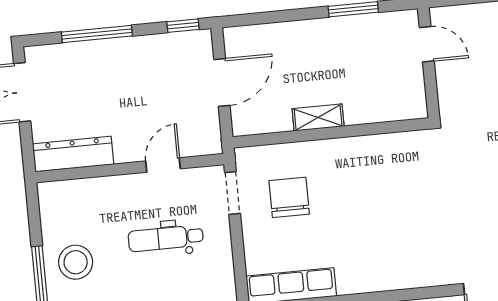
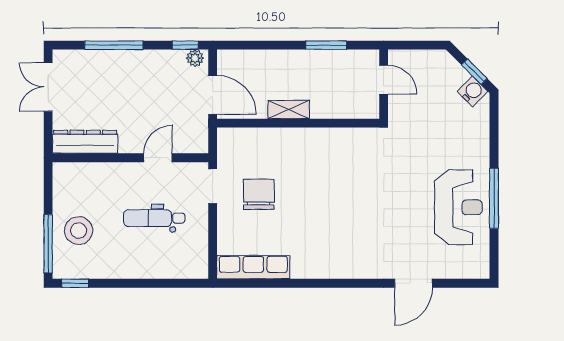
plant: (196, 40) -> (195, 58), added
door: (222, 83) -> (213, 95), hinge flipped
shelving: (318, 118) -> (289, 109), moved
wall: (331, 133) -> (298, 123), moved

